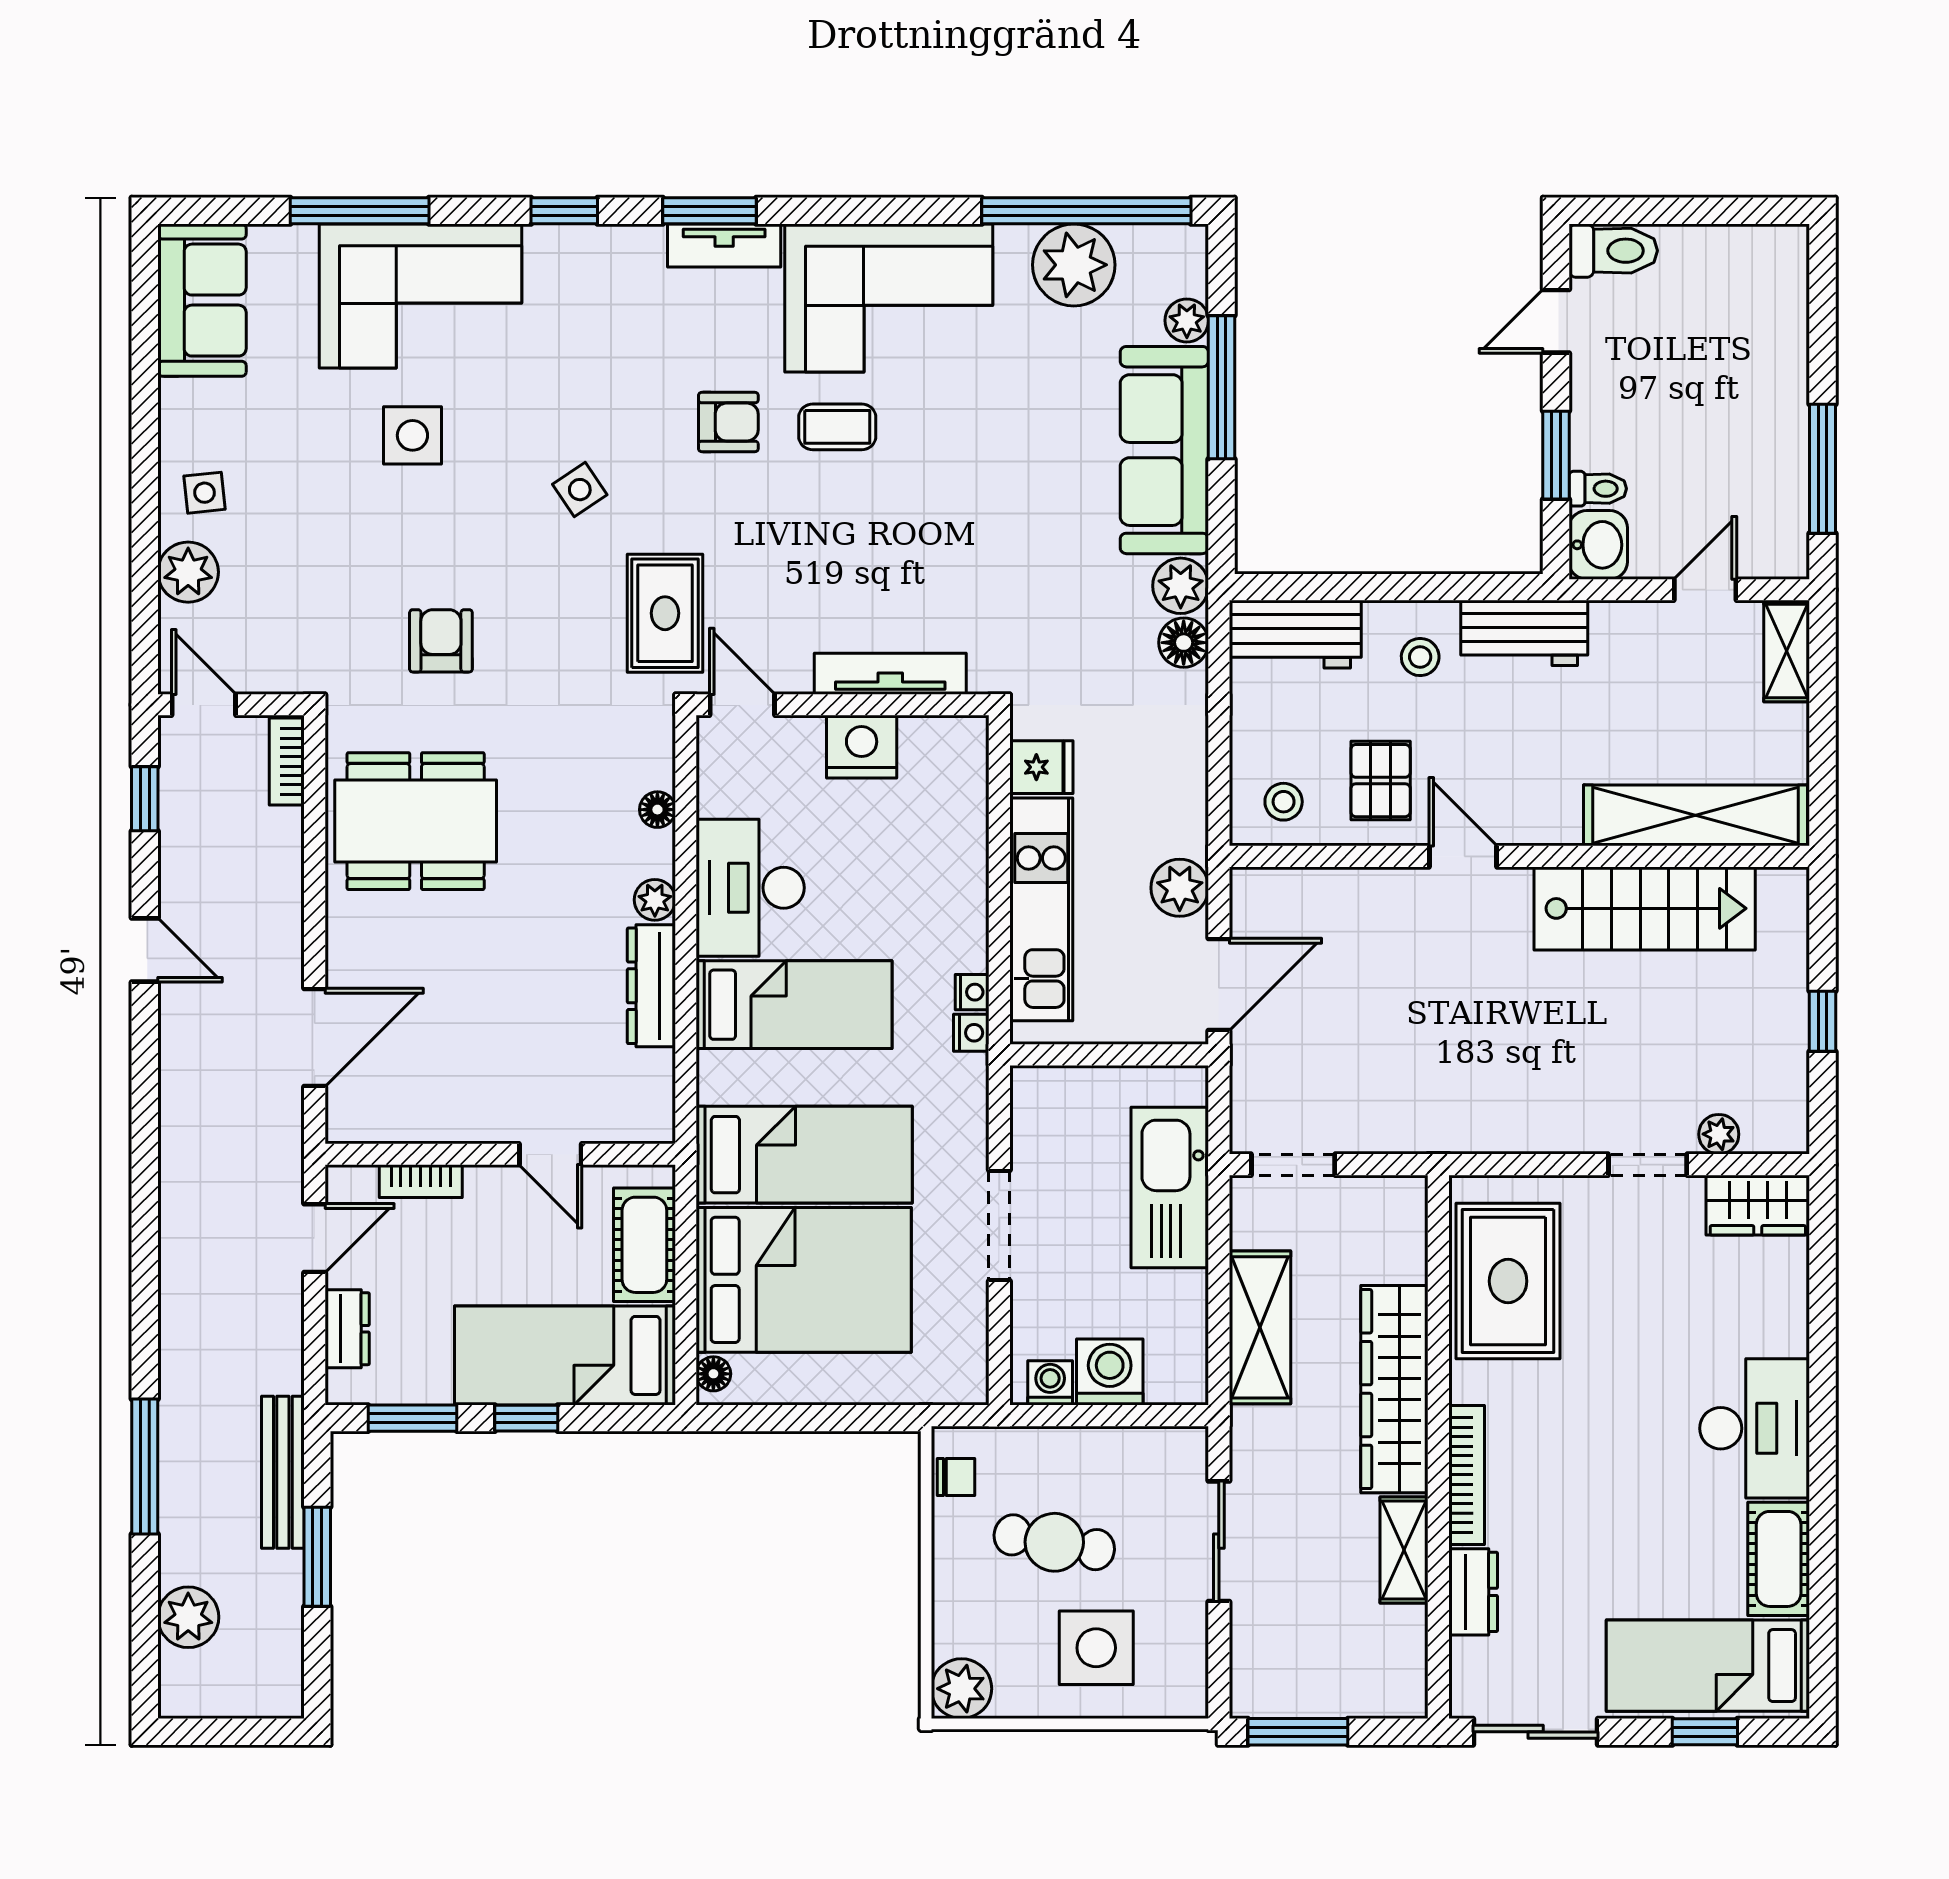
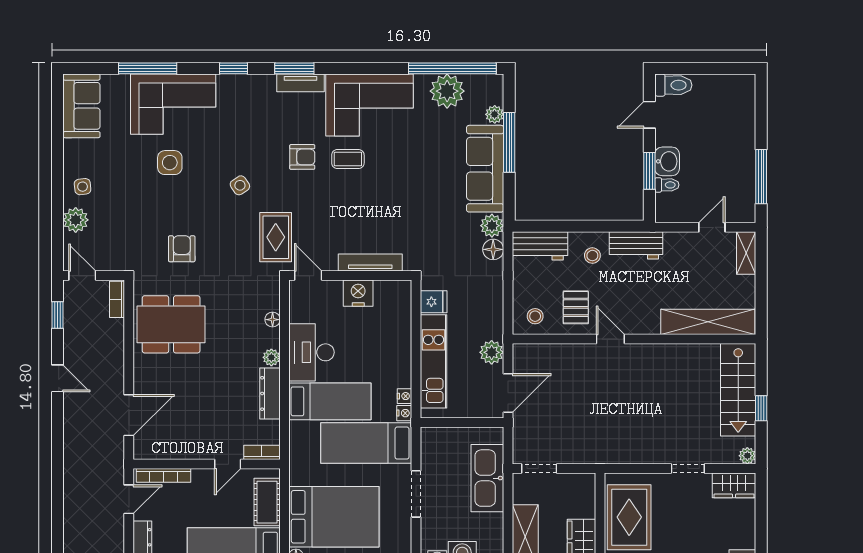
washbasin: (1598, 545) -> (667, 161), moved
stairs: (1645, 908) -> (738, 390), moved, turned 90
bookcase: (632, 1127) -> (262, 452), added
plant: (1719, 1134) -> (747, 456), moved
door: (550, 1154) -> (228, 464), hinge flipped
bed: (804, 1155) -> (366, 443), moved, turned 180
bookcase: (421, 1181) -> (164, 475), width x1.56

